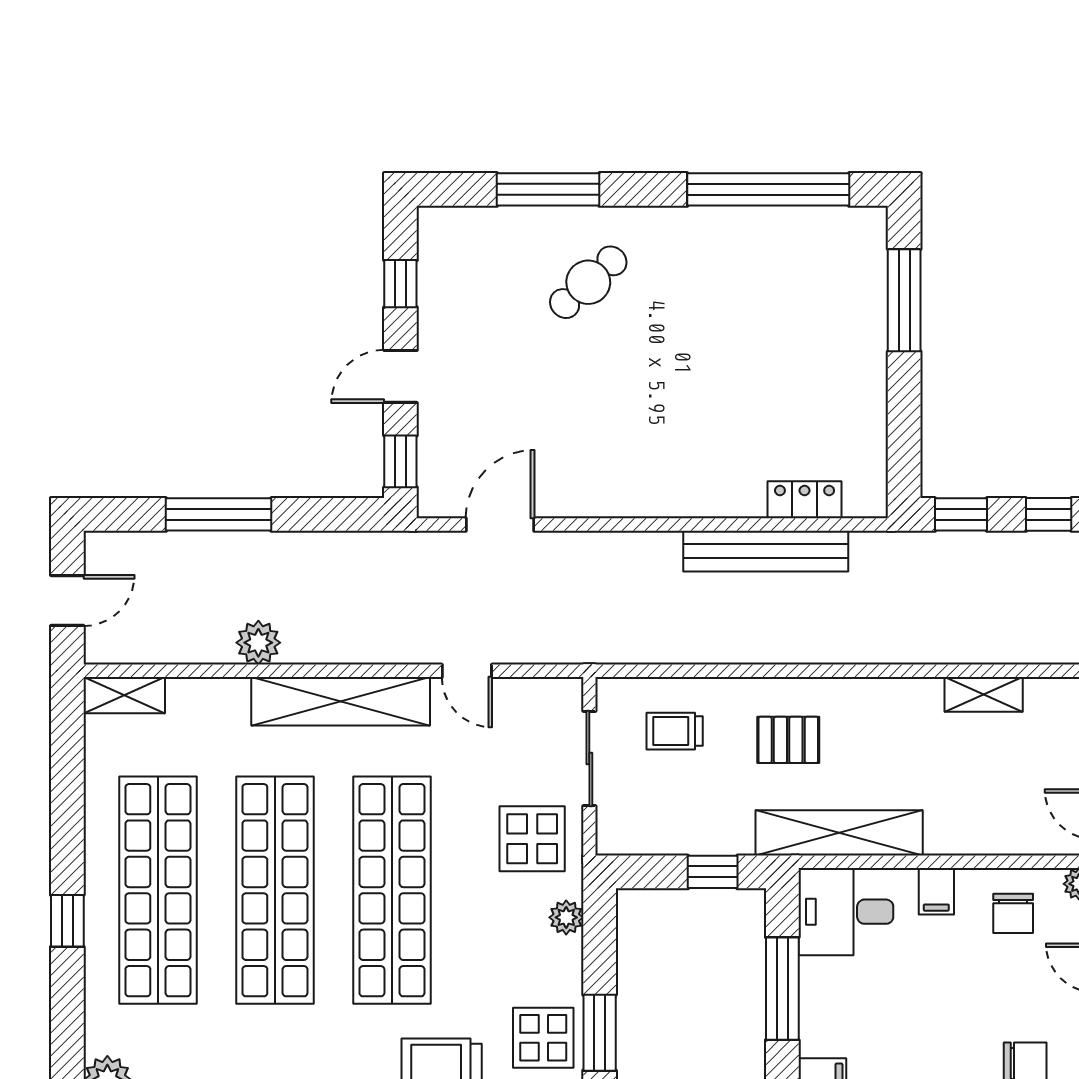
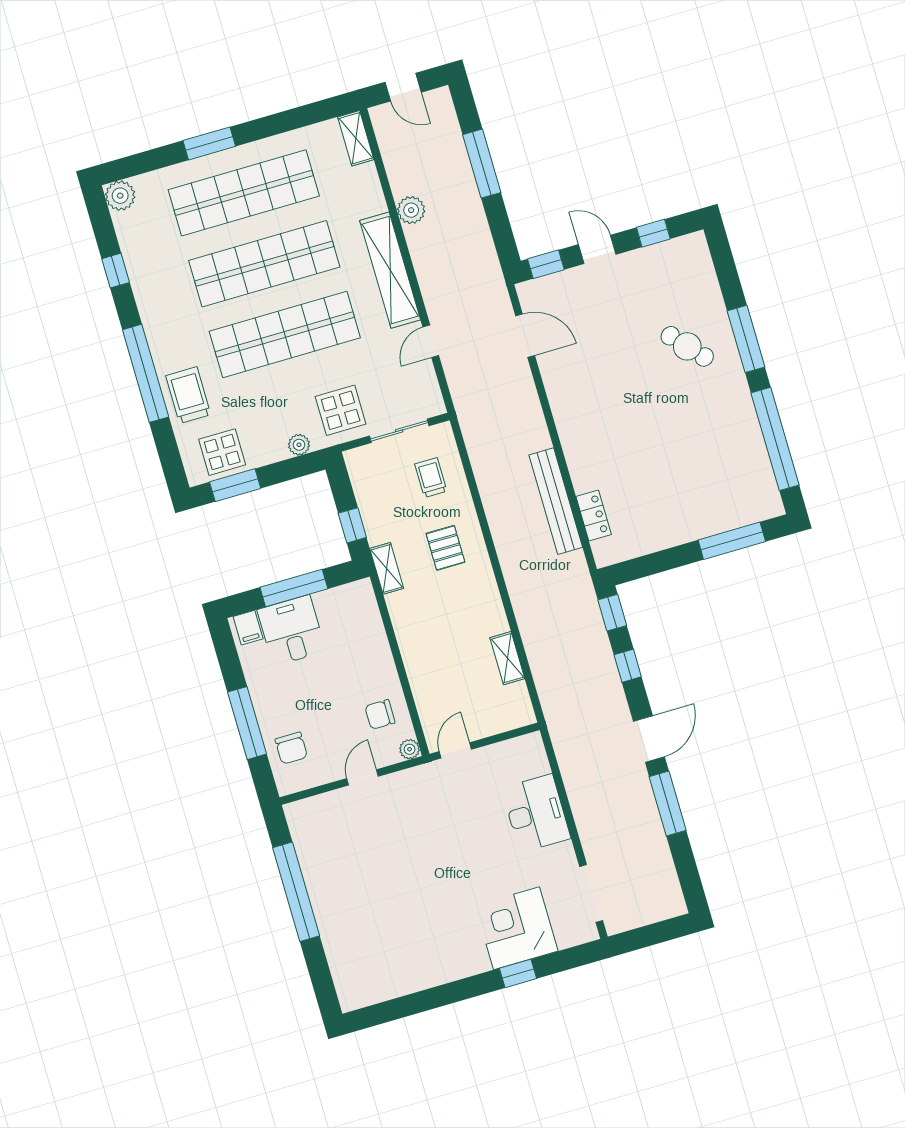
window: (548, 189) -> (746, 339), moved
shelving: (839, 833) -> (387, 568), width x0.45, depth x0.75
filing cabinet: (936, 891) -> (380, 664), removed
desk: (846, 912) -> (291, 630), moved
window: (67, 921) -> (209, 143), width x1.50

